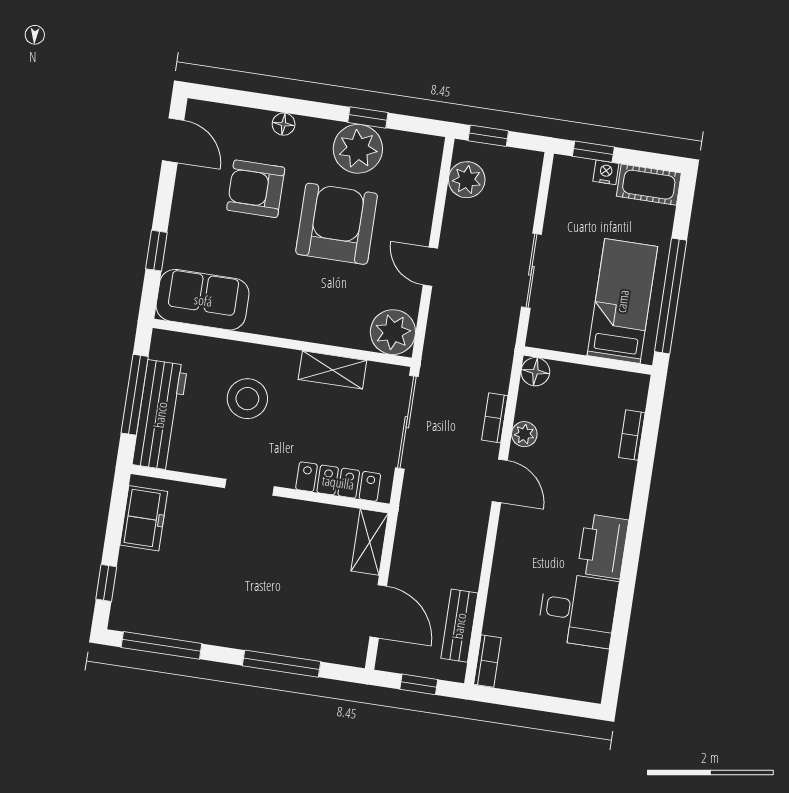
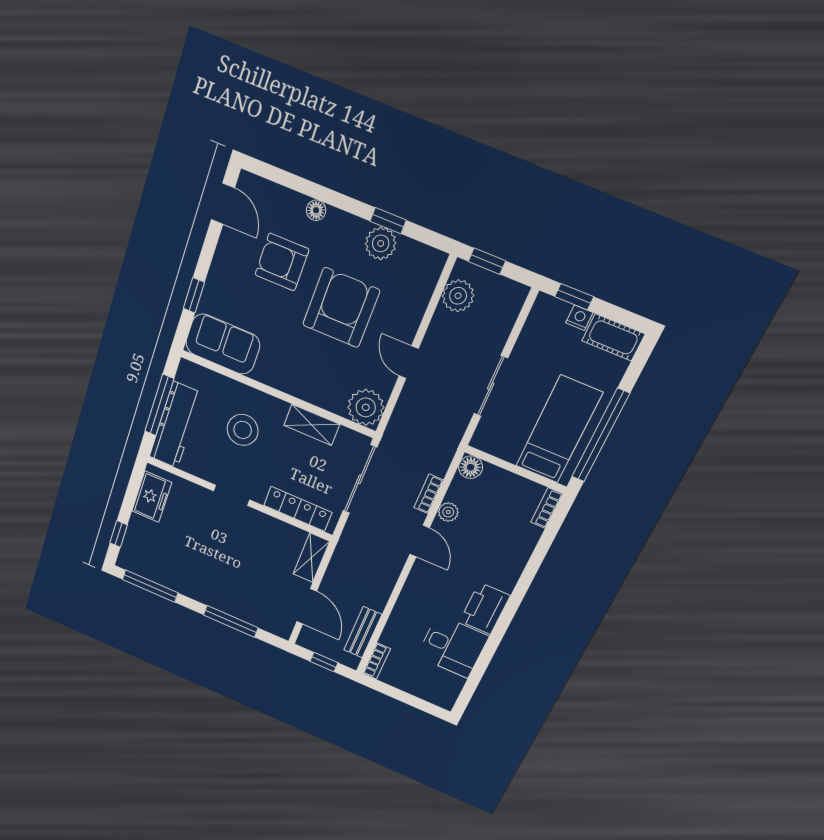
plant: (358, 149) -> (381, 243), width x0.73, depth x0.73
bookcase: (632, 435) -> (547, 508), moved

